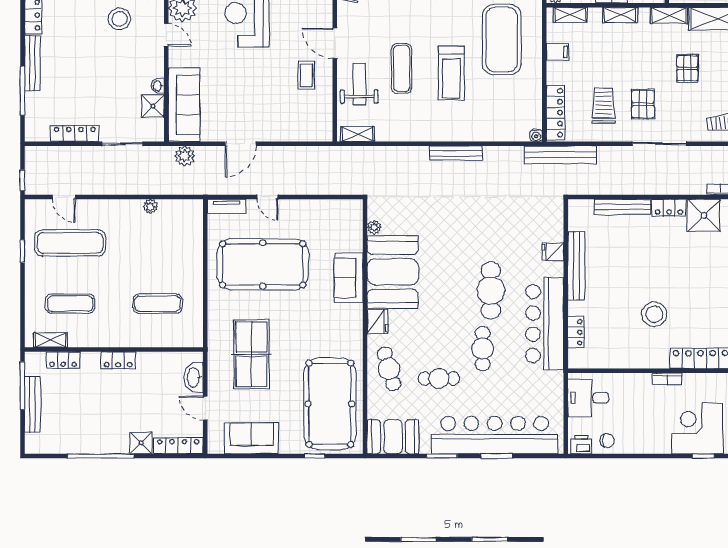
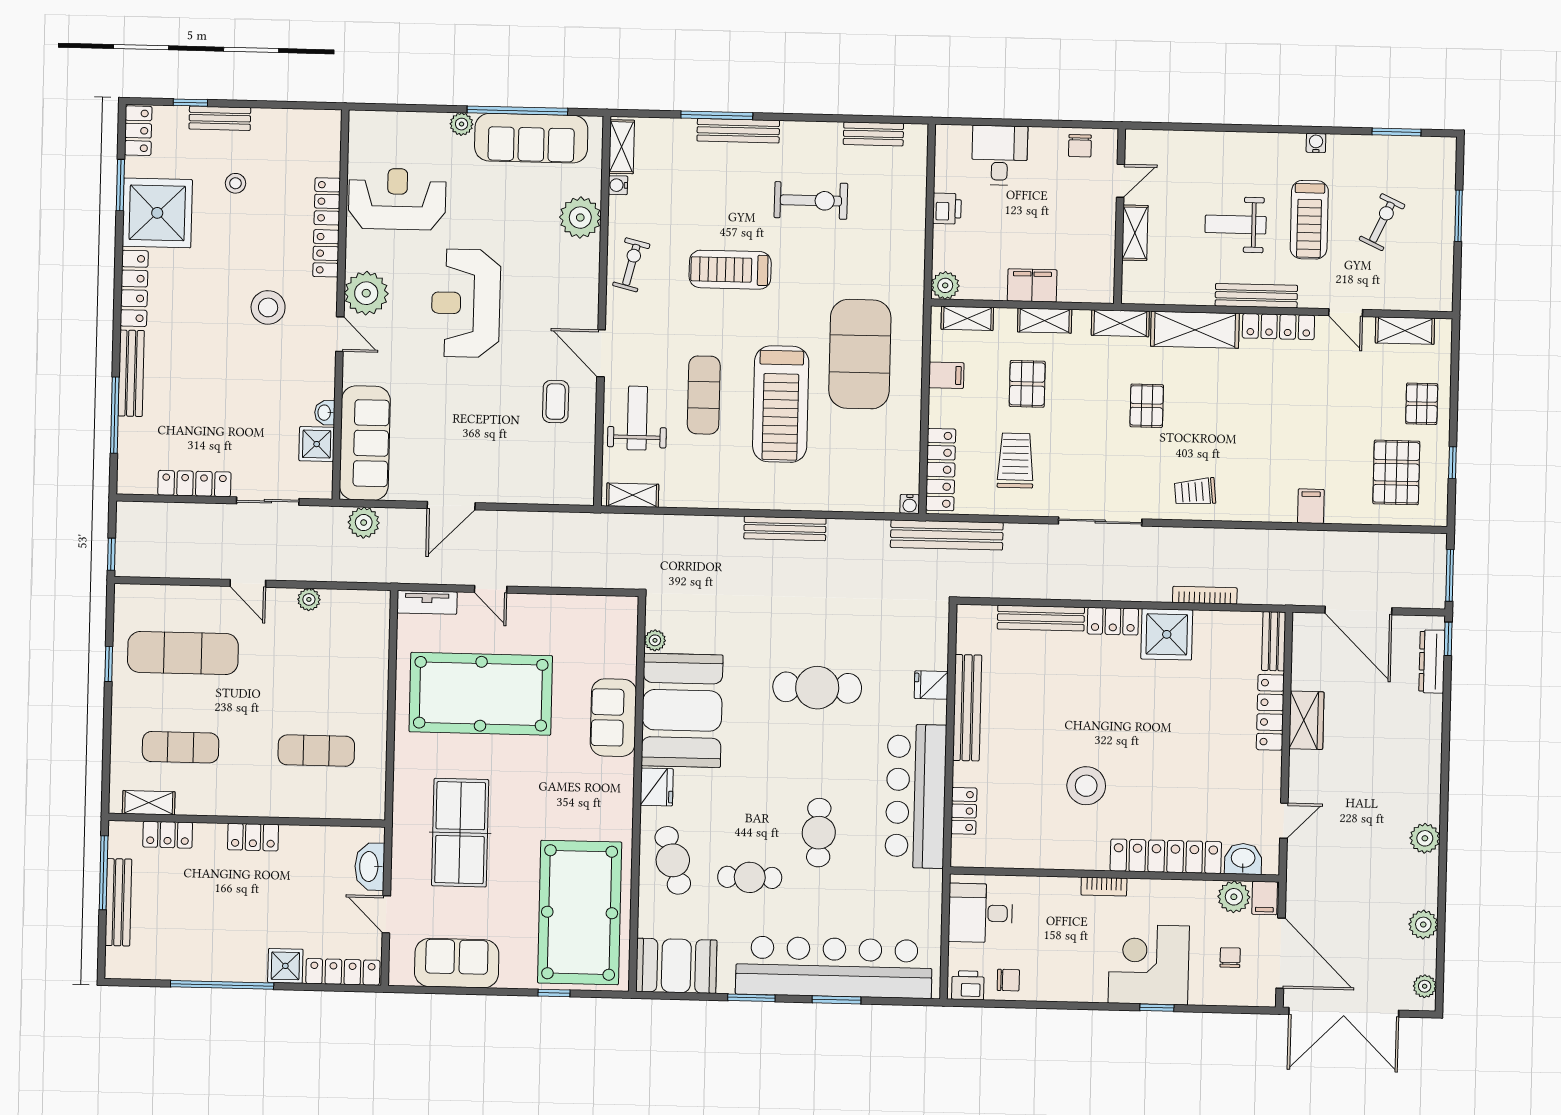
treadmill: (451, 73) -> (781, 404), width x1.37, depth x1.38
pallet: (643, 104) -> (1027, 384), moved
door: (64, 197) -> (248, 583), moved
cafe table: (491, 290) -> (817, 688), moved, turned 90

